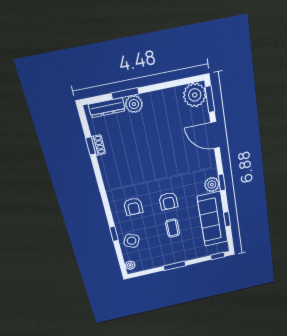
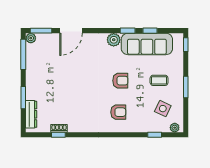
window: (178, 83) -> (23, 54), added
plant: (195, 95) -> (31, 38), width x0.53, depth x0.53
plant: (134, 104) -> (33, 93), removed
window: (222, 182) -> (128, 31), moved
coffee table: (173, 228) -> (159, 80), moved
window: (114, 234) -> (155, 135), moved
side table: (132, 241) -> (163, 109), moved

